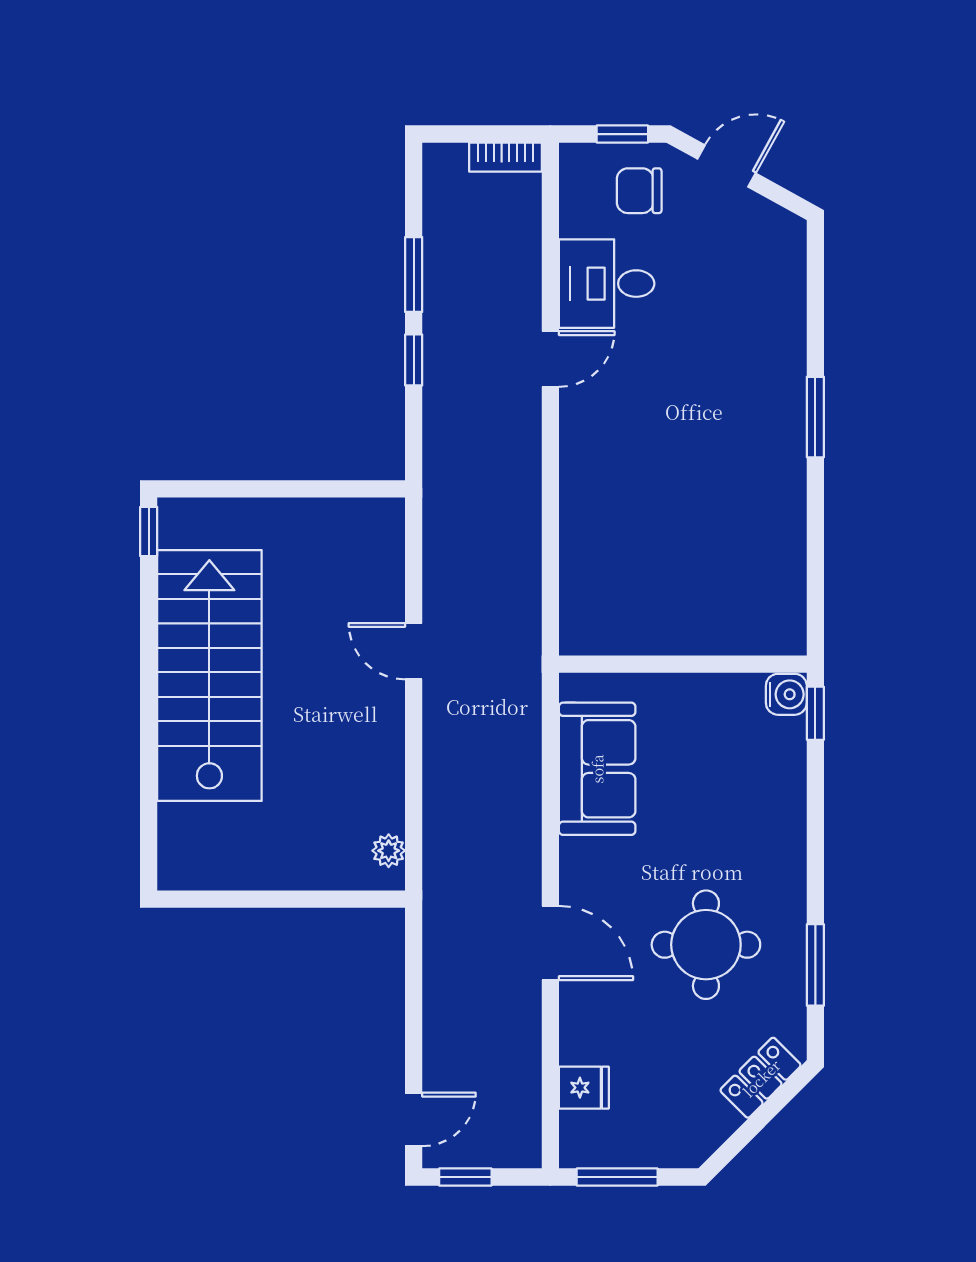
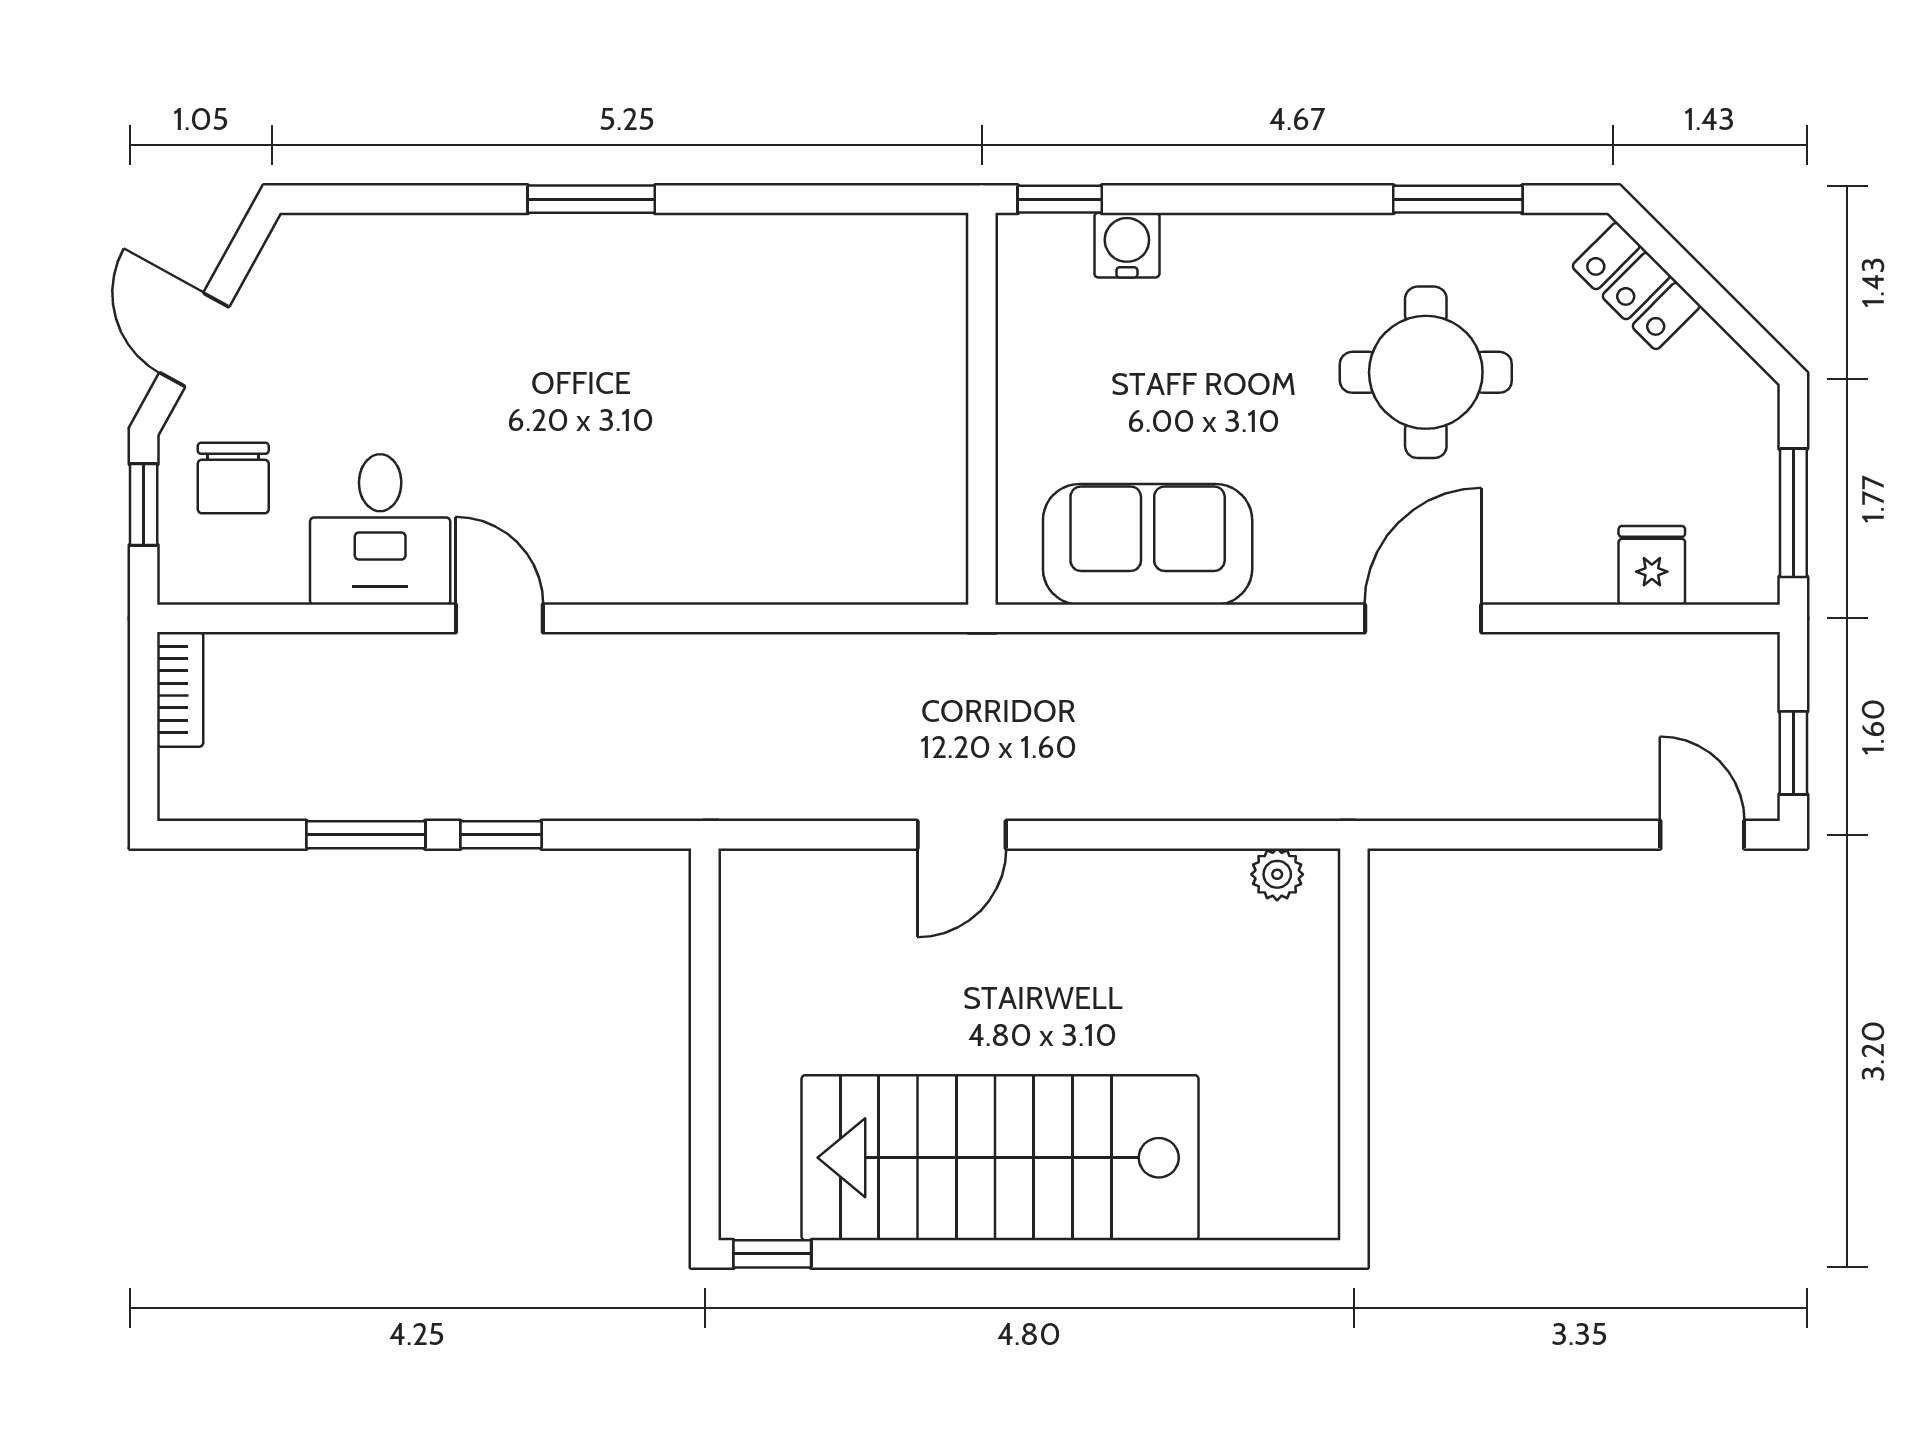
water cooler: (786, 694) -> (1127, 245), moved

